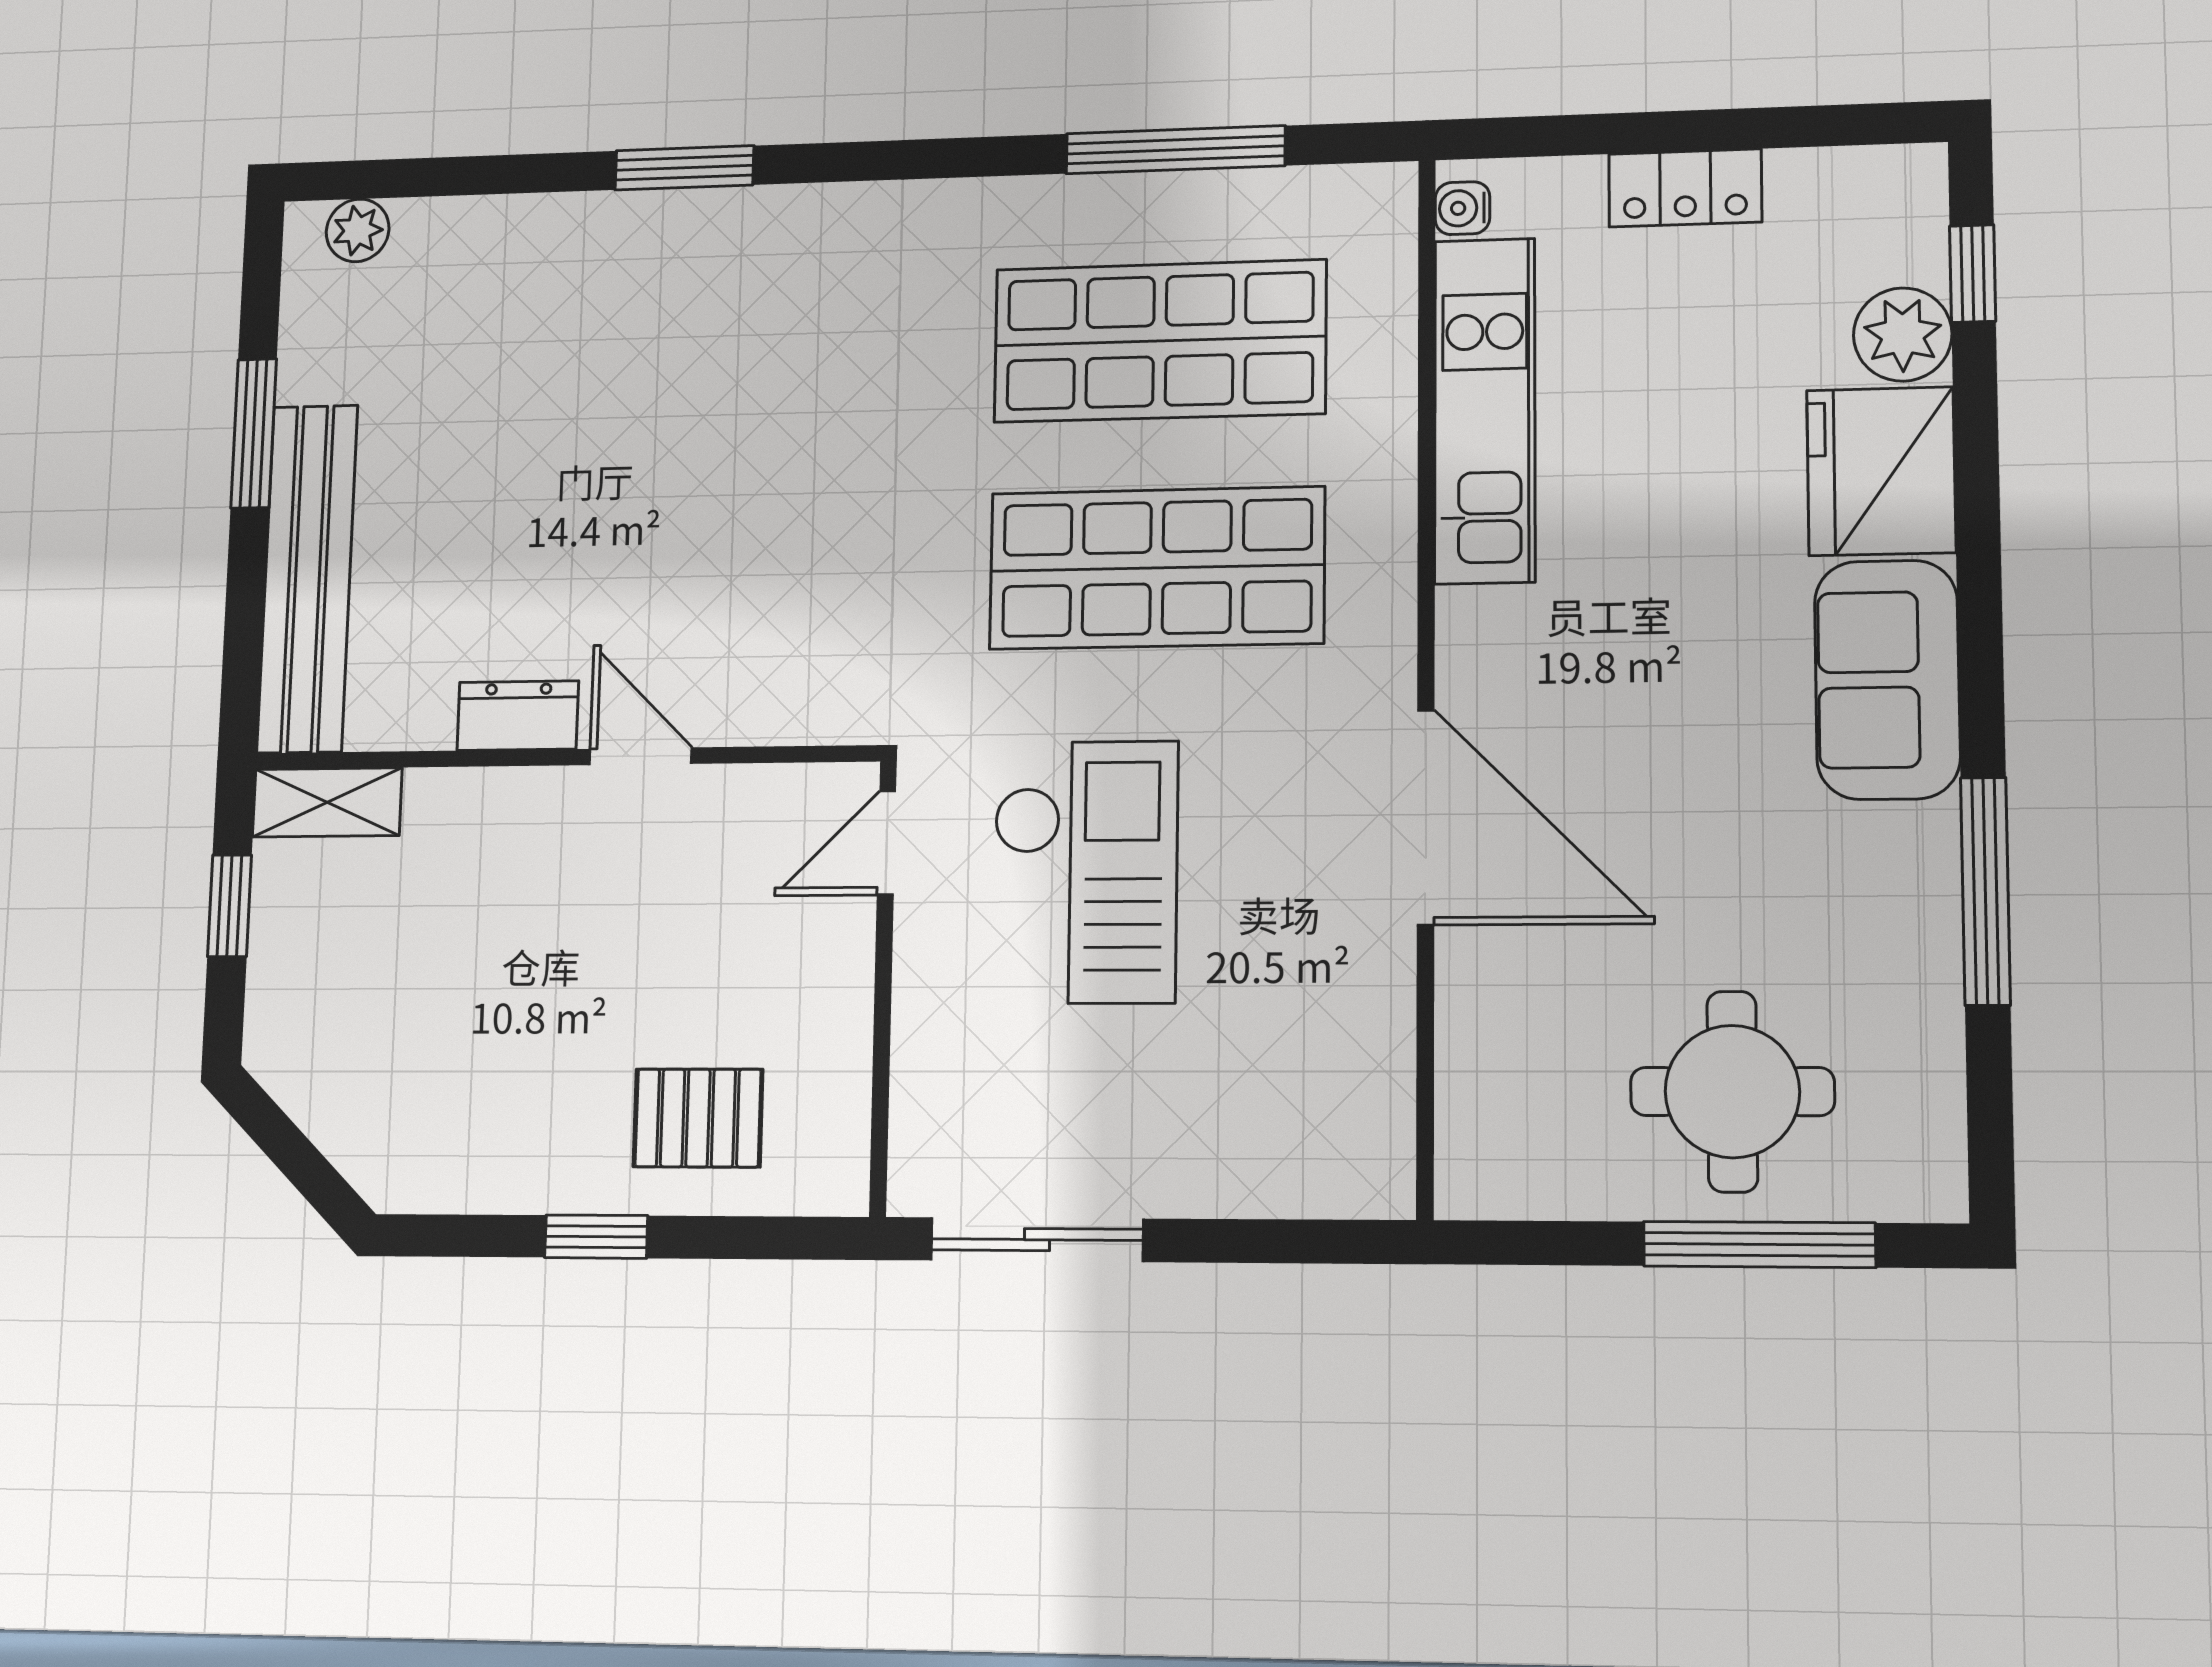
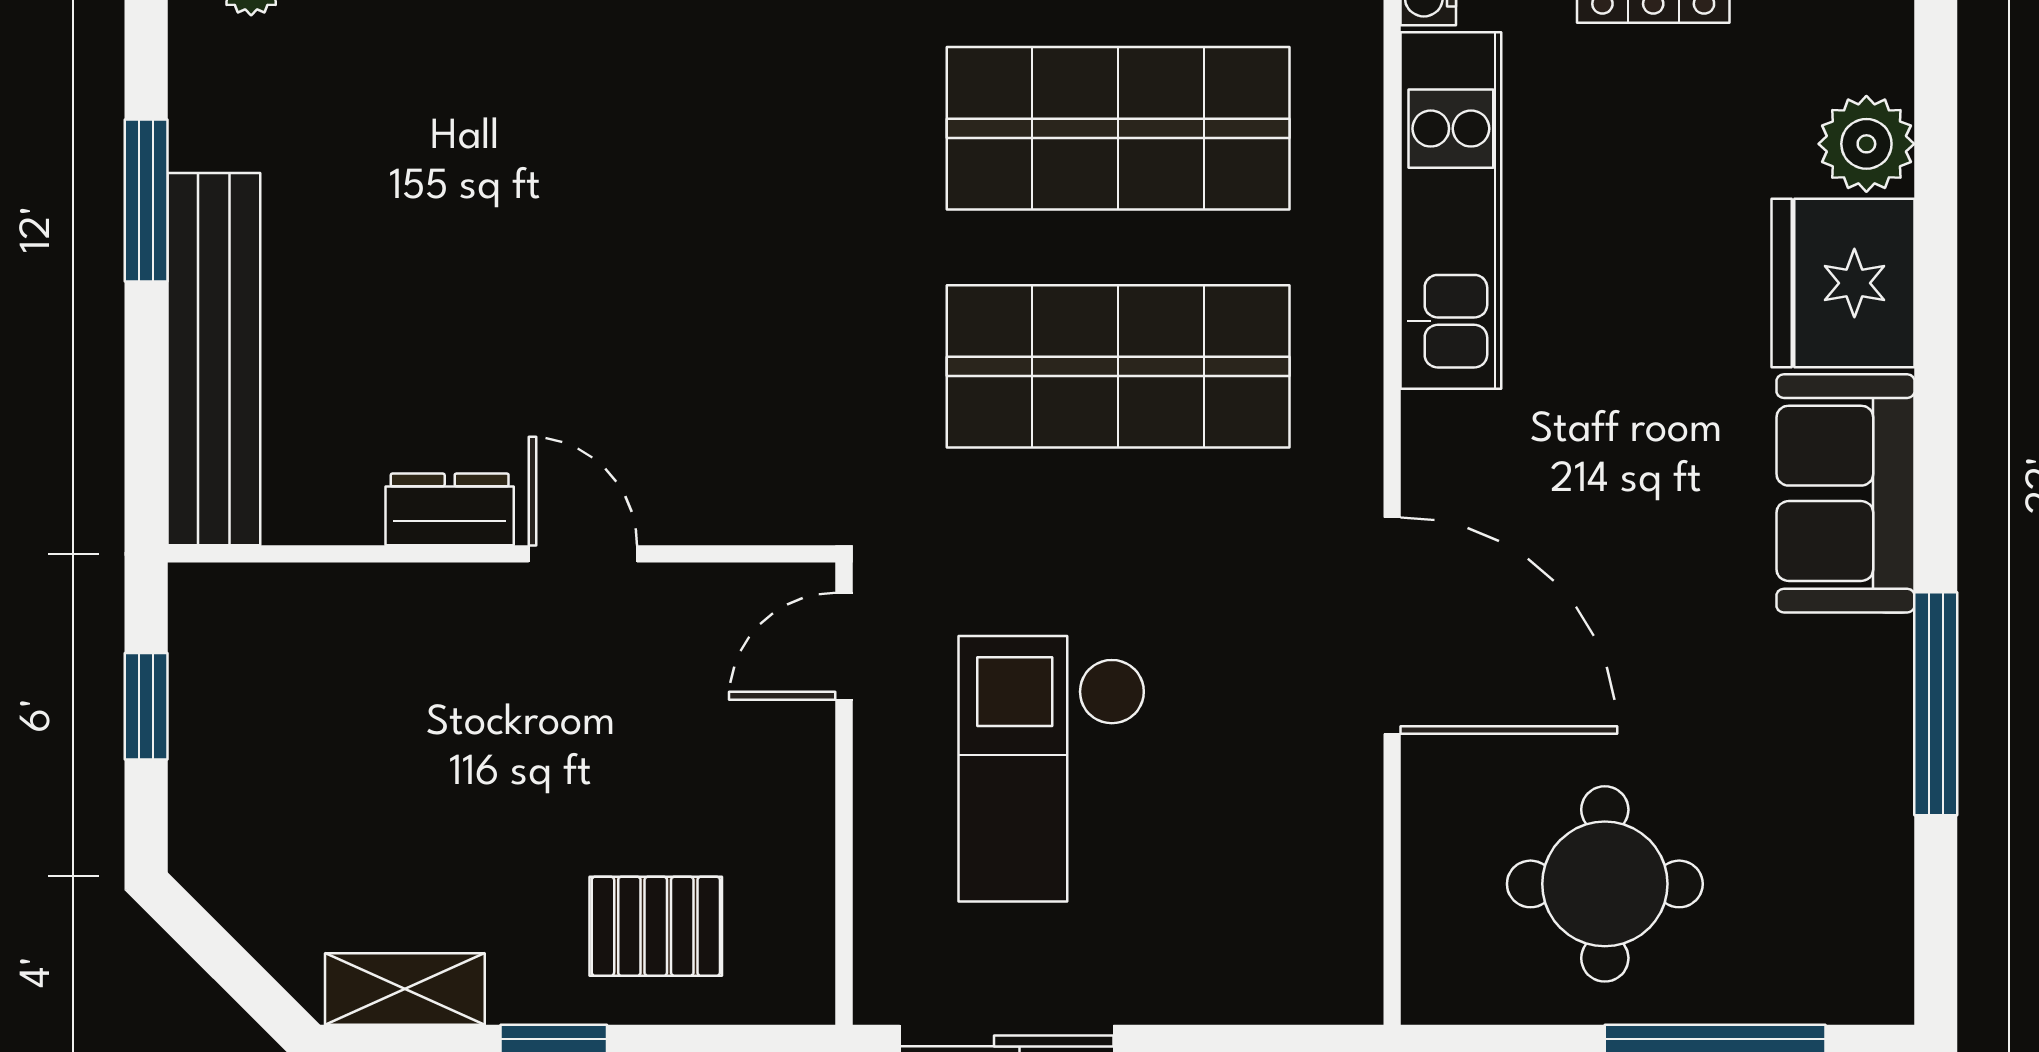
window: (1973, 274) -> (1936, 83), removed
shelving: (327, 802) -> (405, 989), moved
checkout: (1085, 872) -> (1052, 769), moved, turned 180
round table: (1732, 1092) -> (1605, 884), moved

